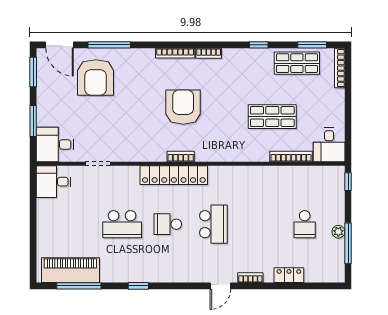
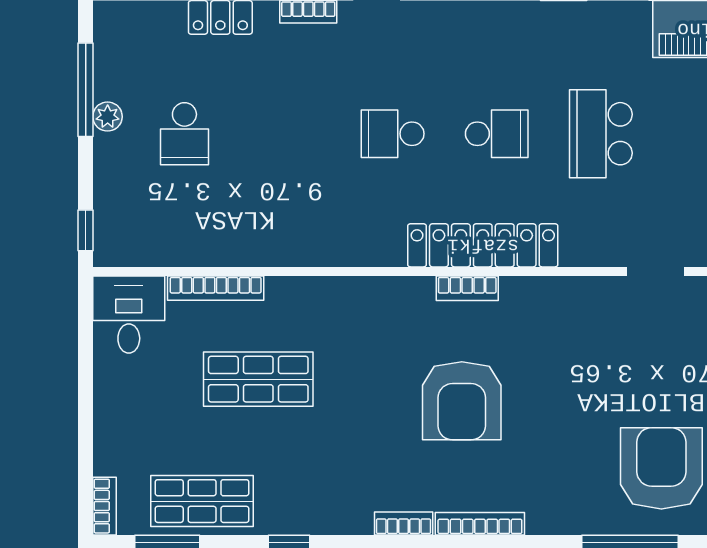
bookcase: (340, 68) -> (105, 506), width x0.64
school desk: (122, 224) -> (601, 134), turned -90
school desk: (213, 224) -> (393, 134), width x0.54
school desk: (305, 224) -> (184, 134), turned 180

